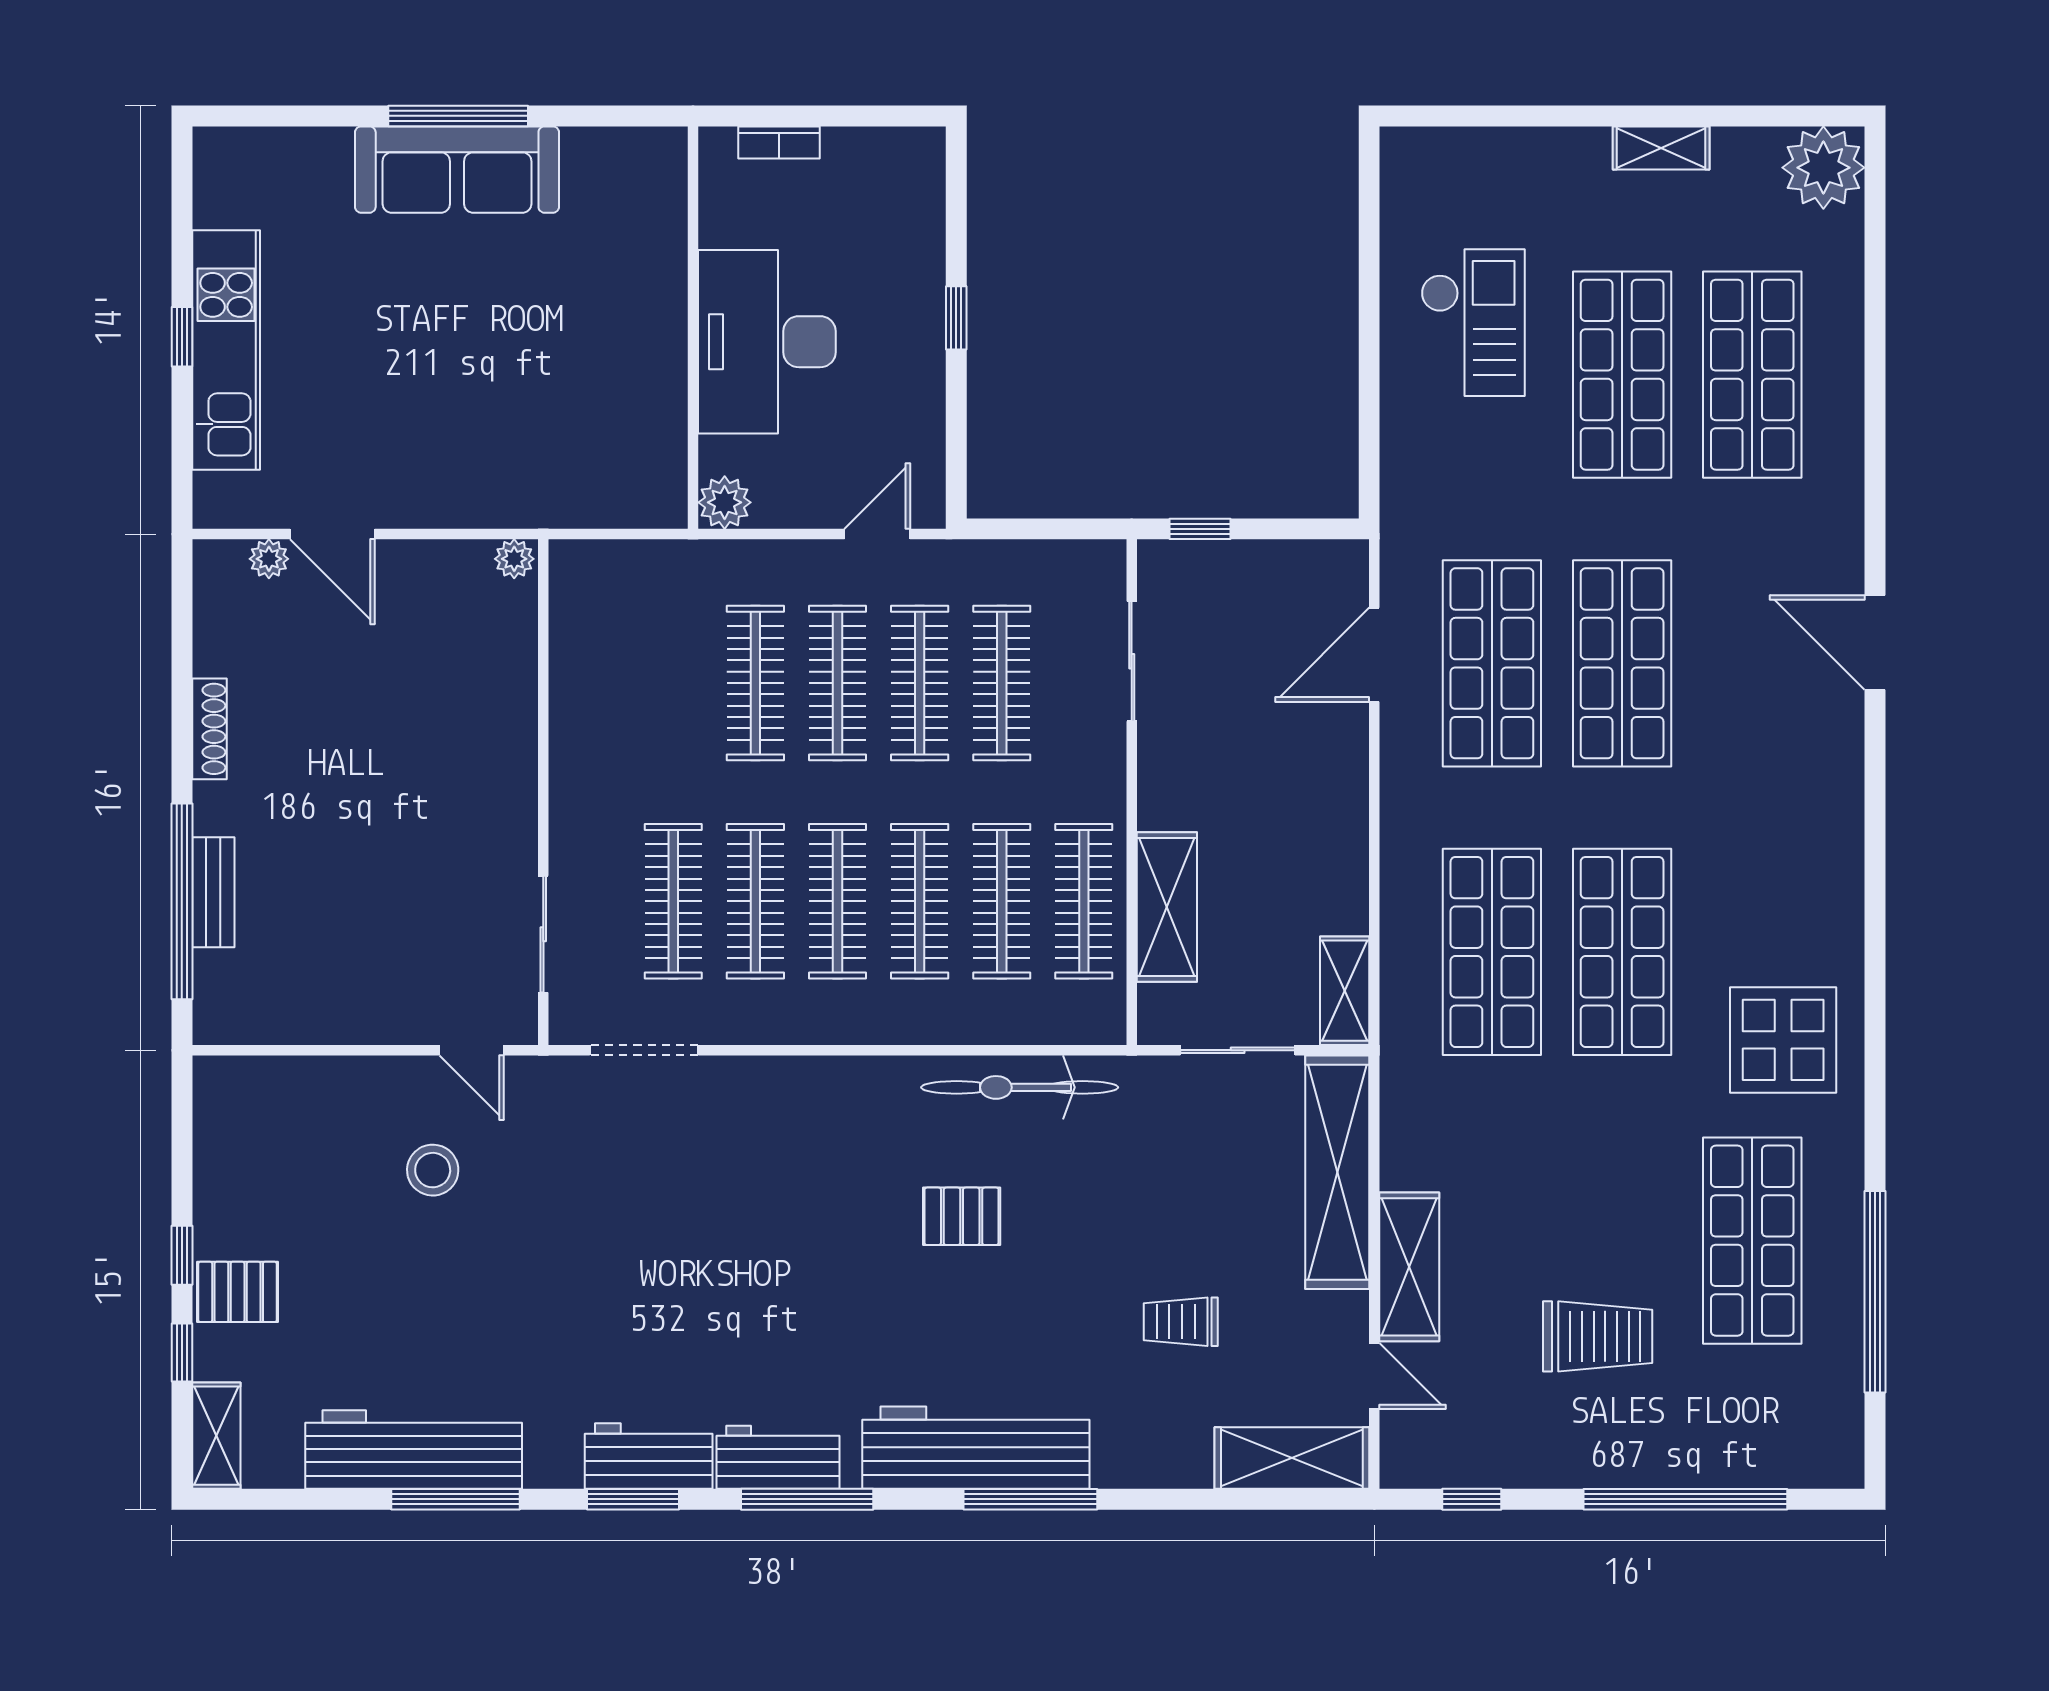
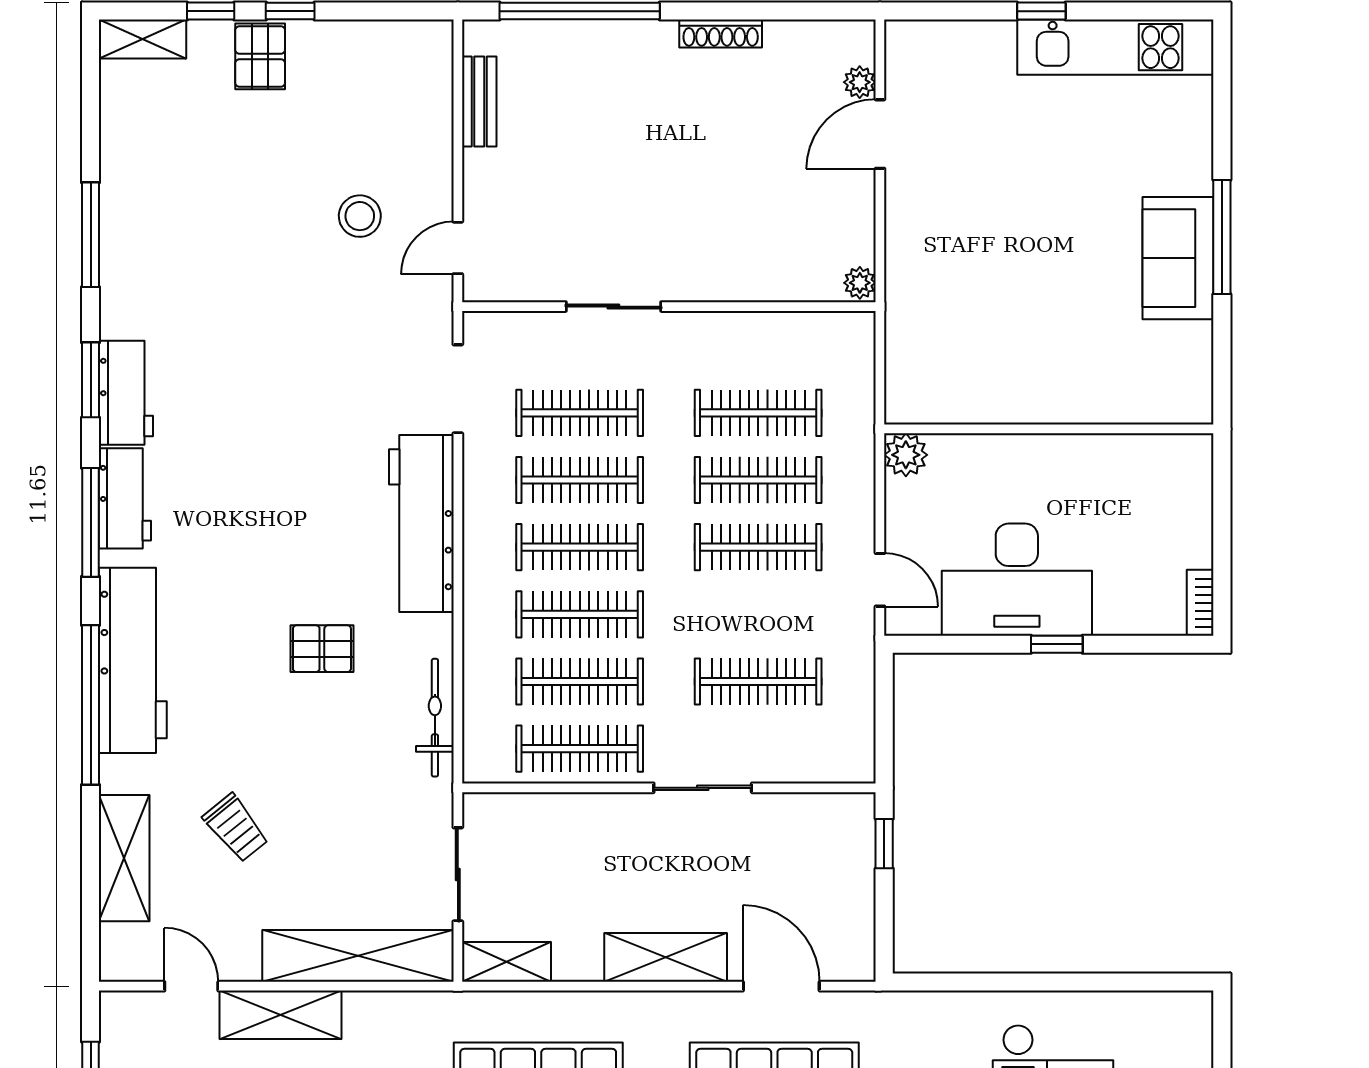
bookcase: (779, 143) -> (1200, 603), moved
sofa: (457, 170) -> (1178, 258), width x0.73
desk: (767, 342) -> (1017, 580), moved, turned 180
kitchen unit: (226, 350) -> (1115, 47), moved
sliding door: (1132, 661) -> (703, 788), moved
clothes rail: (920, 683) -> (758, 413), moved
bench: (213, 892) -> (479, 101), moved, turned 90
shelving: (1167, 907) -> (666, 957), moved
sliding door: (543, 934) -> (613, 307), moved
bicycle: (1020, 1087) -> (435, 718), width x0.73, depth x0.71
pallet: (962, 1216) -> (322, 649), turned 90
trolley: (1181, 1322) -> (236, 828), turned 141
door: (1374, 1376) -> (191, 986), swing flipped
workbench: (414, 1450) -> (421, 524), moved, turned 180
shelving: (1292, 1458) -> (124, 858), moved
window: (1030, 1499) -> (91, 705), width x1.46

